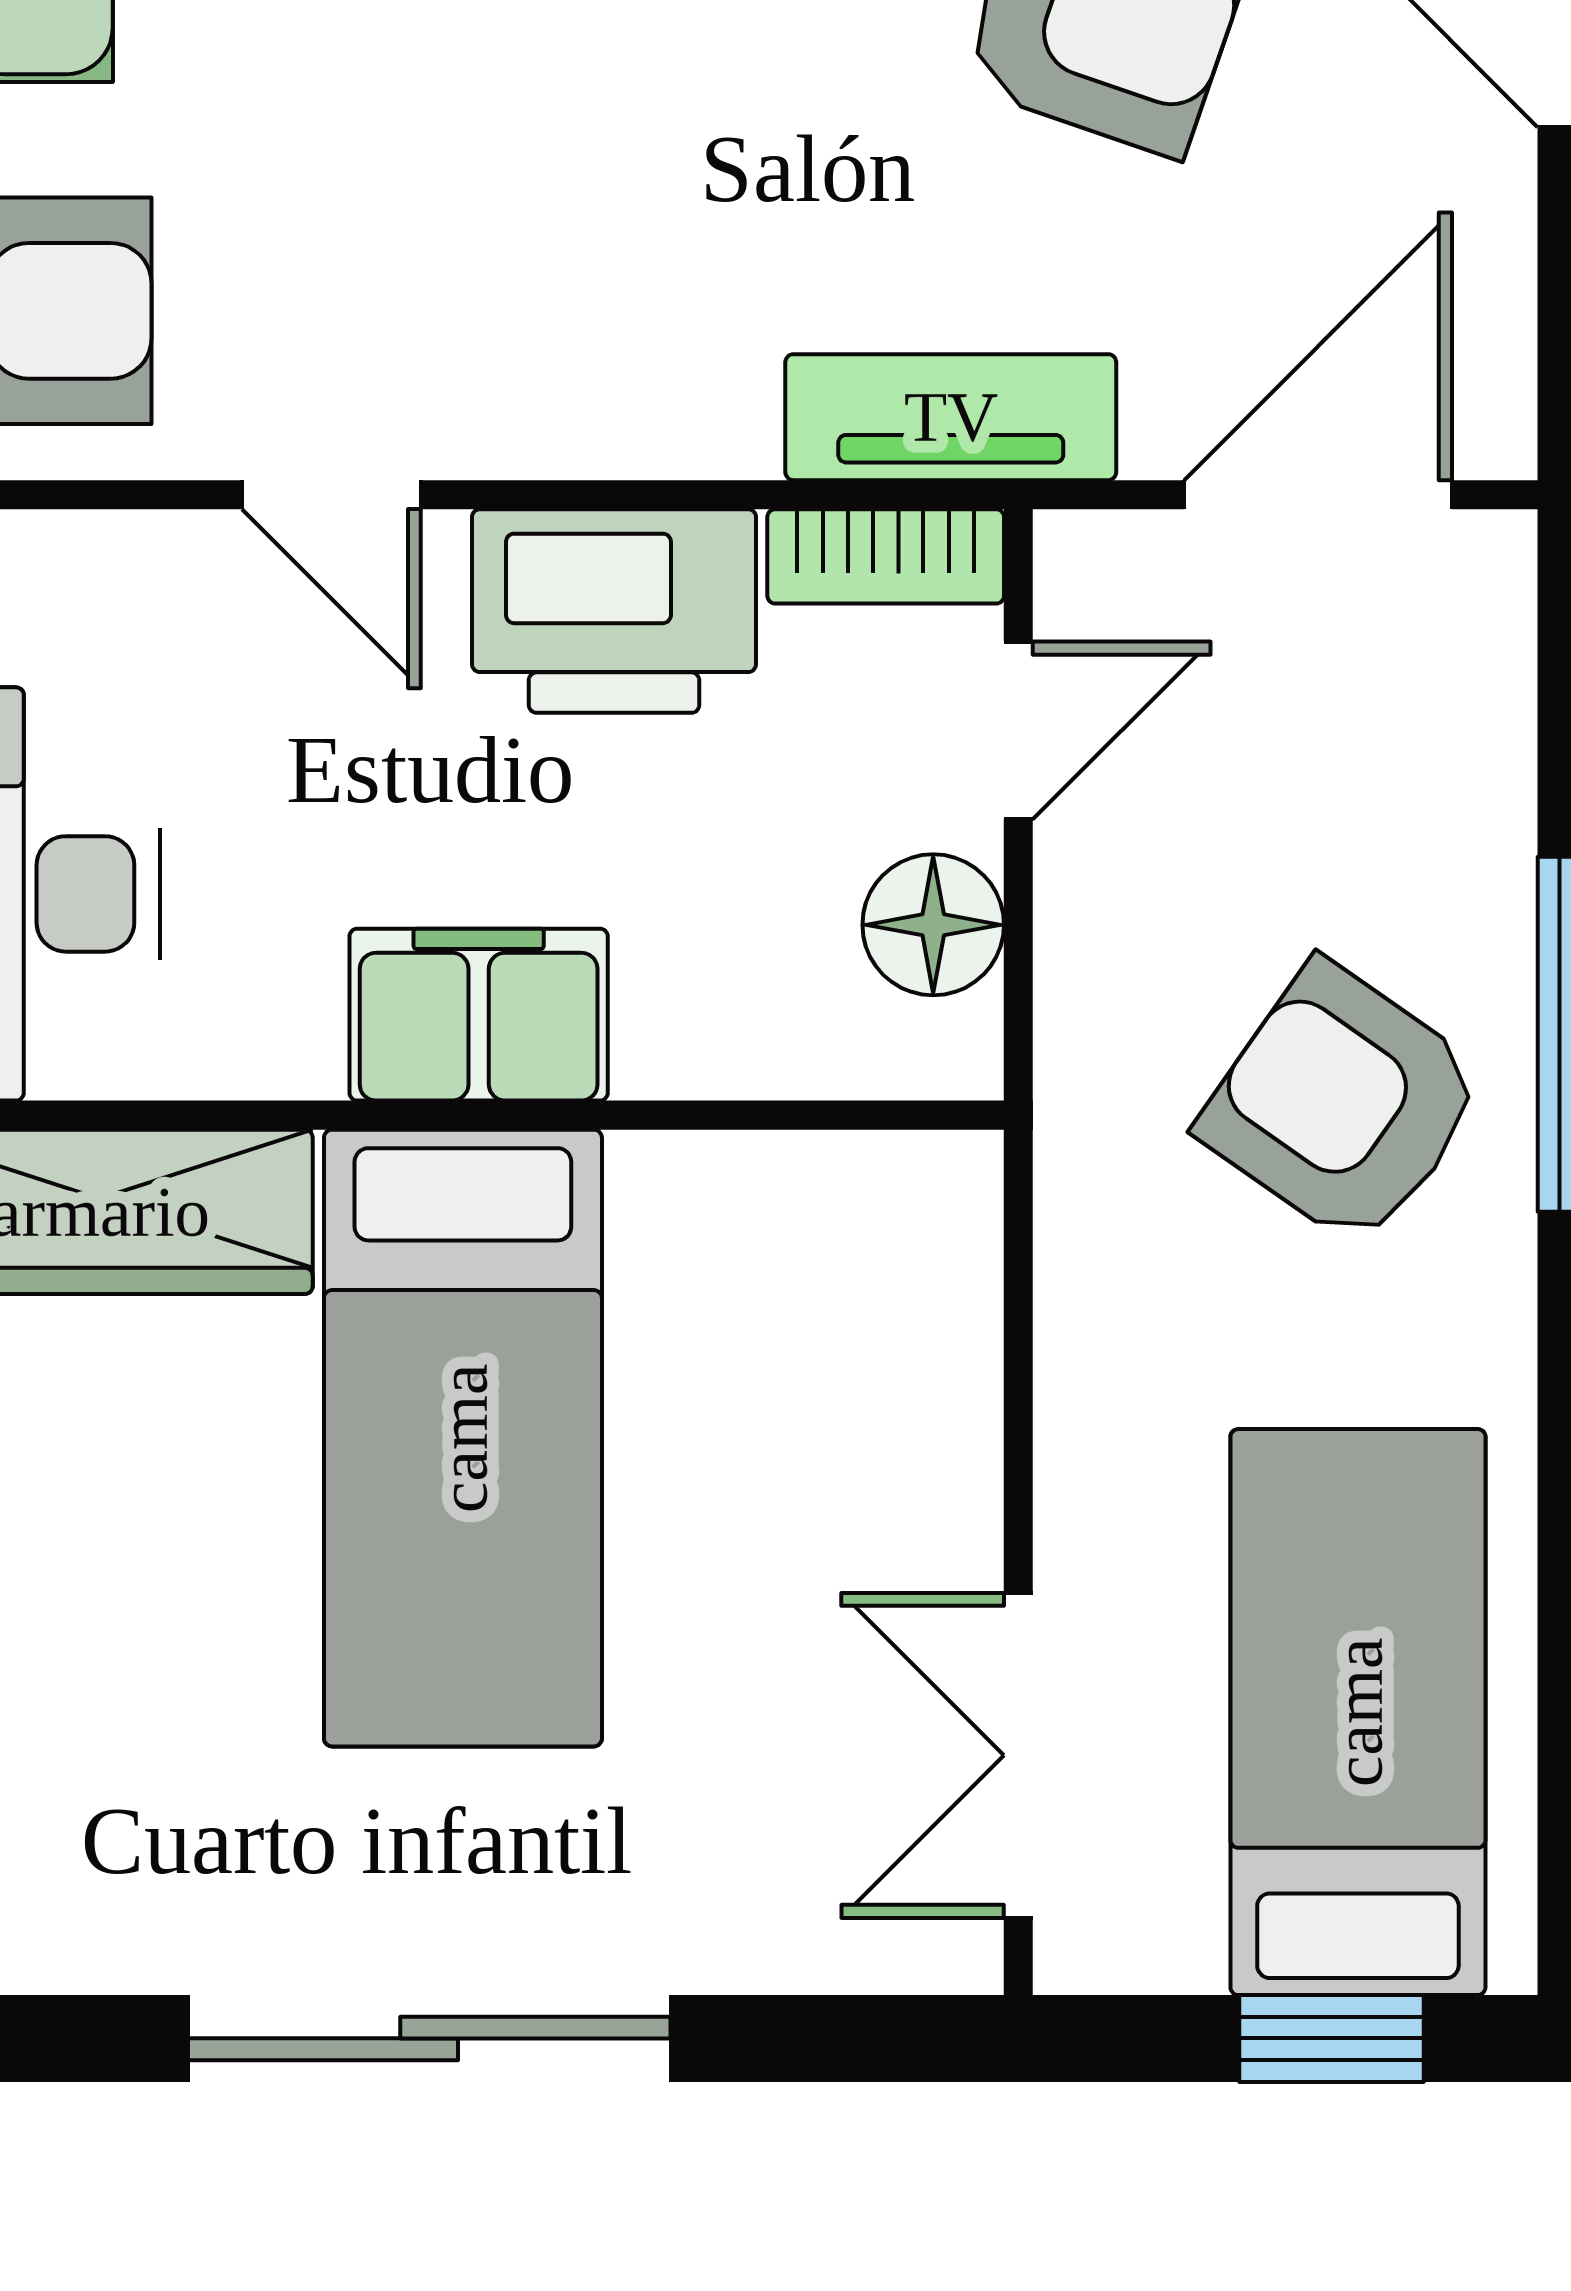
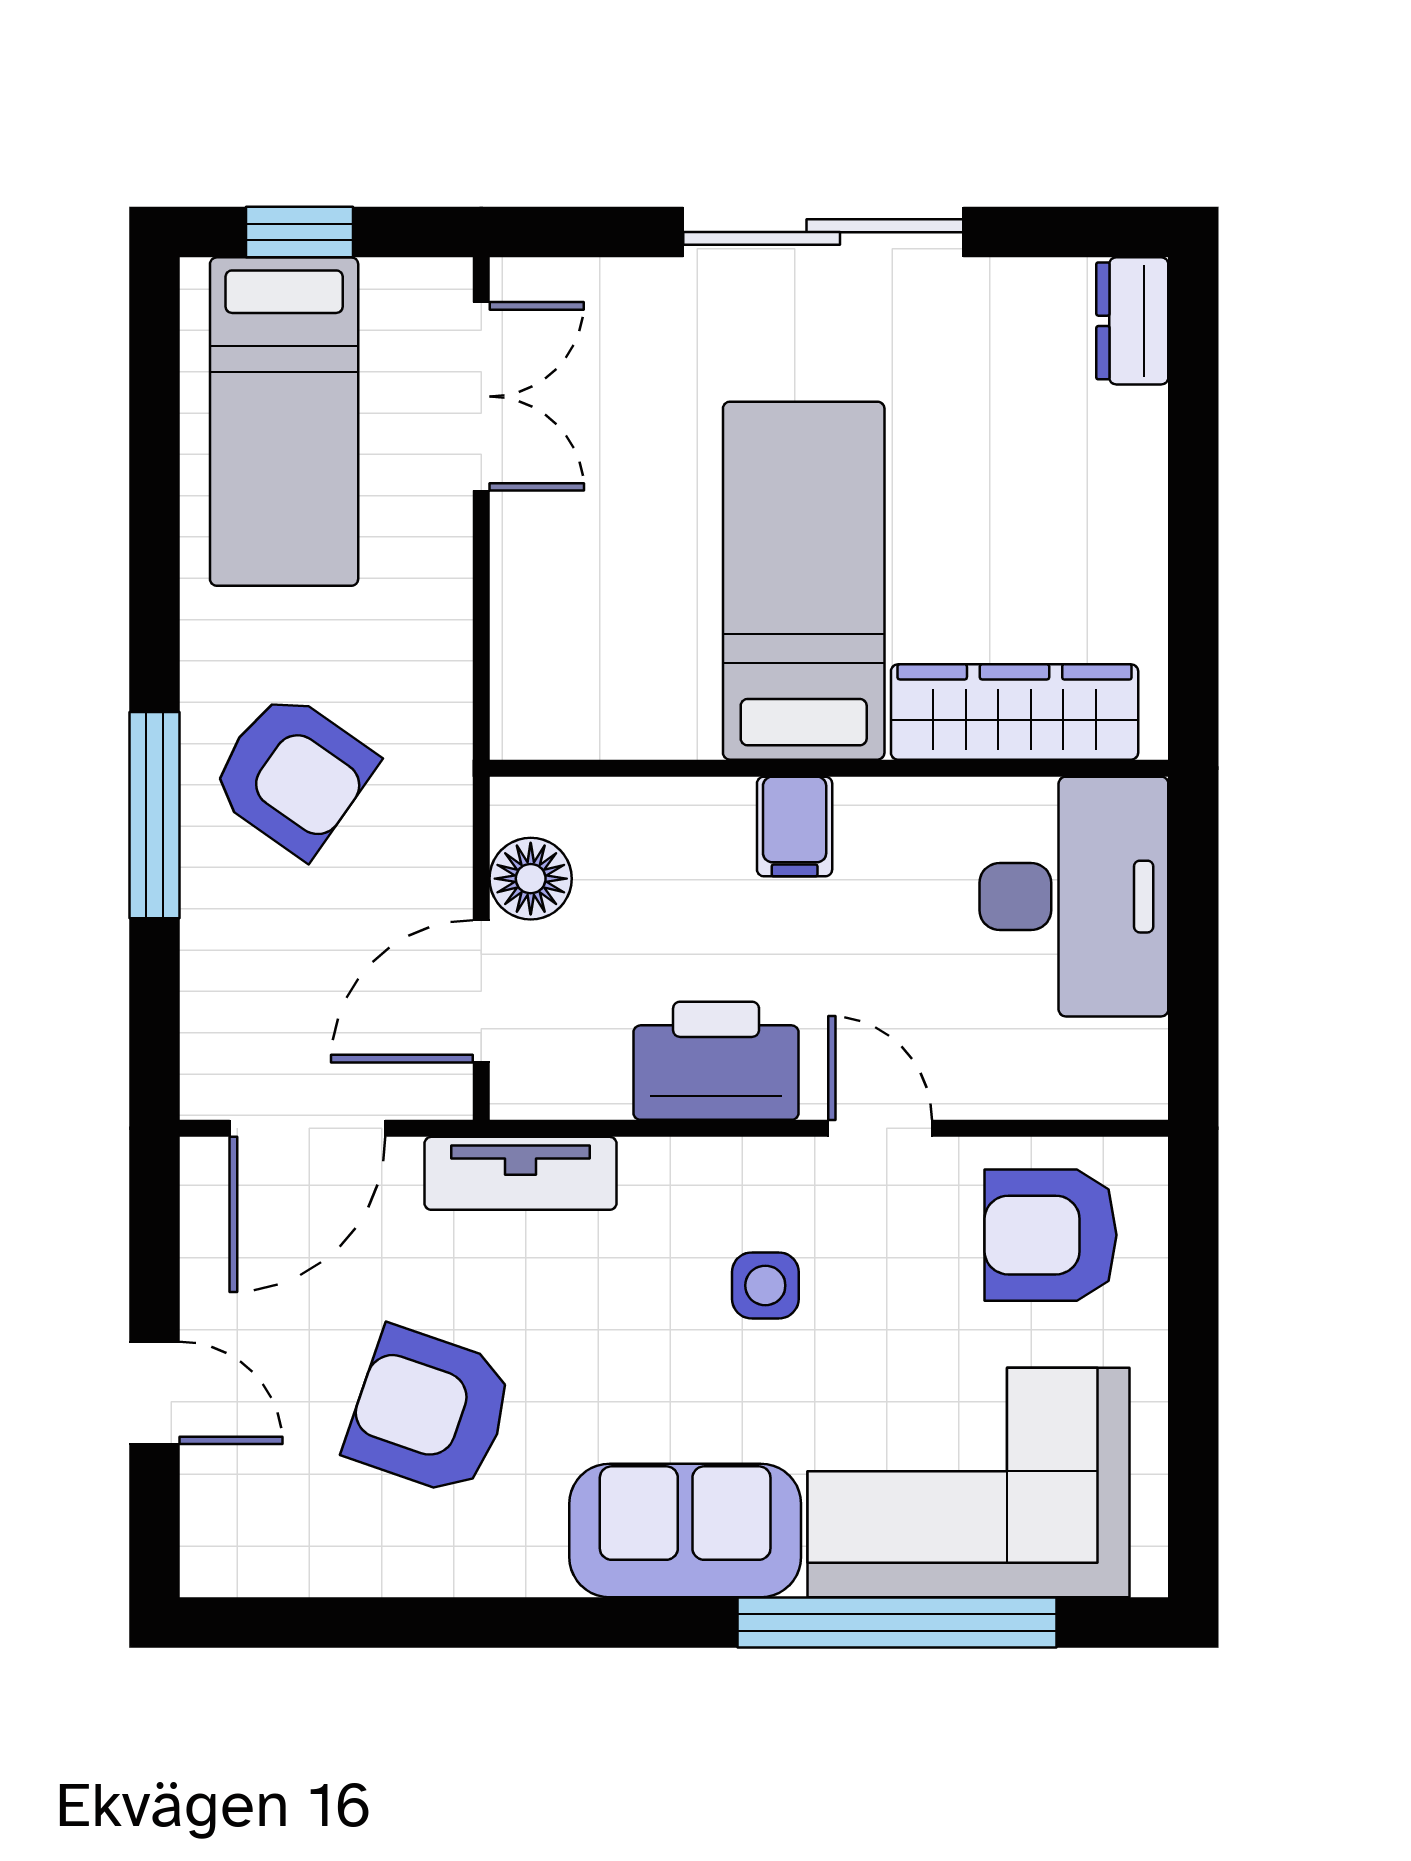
side table: (529, 224) -> (765, 1285), added
bookcase: (886, 556) -> (558, 1092), removed
door: (1018, 730) -> (481, 991), width x1.38
filing cabinet: (479, 1015) -> (795, 826), width x0.50

